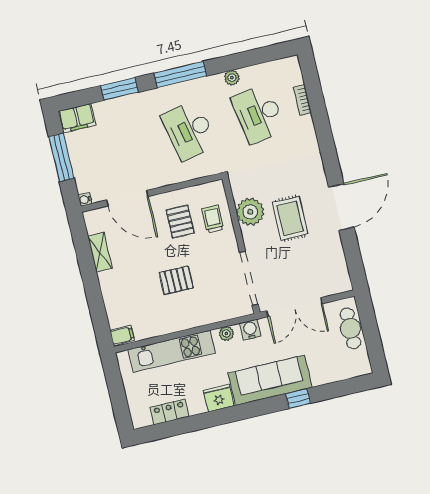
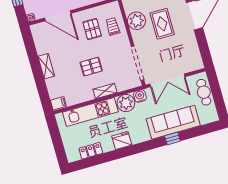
shelving: (100, 252) -> (46, 66), moved
shelving: (196, 319) -> (105, 91), added
plant: (226, 334) -> (126, 103), width x1.87, depth x1.87
sofa: (270, 380) -> (173, 122), moved

